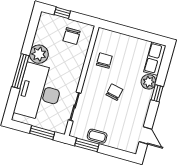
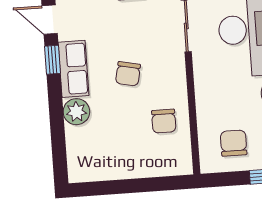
row of seats: (155, 59) -> (73, 69), moved
window: (157, 93) -> (53, 60), moved

